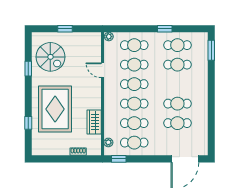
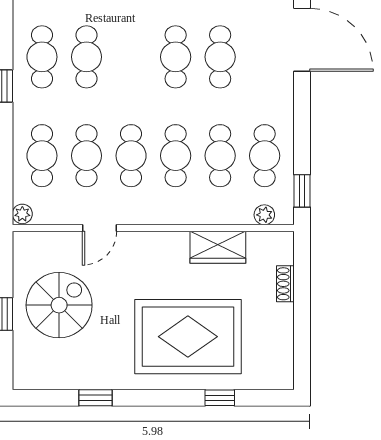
spiral stairs: (50, 57) -> (59, 305), moved

